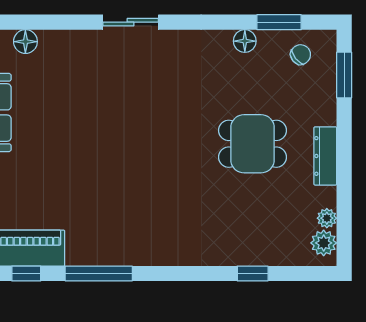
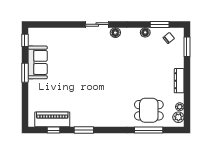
floor lamp: (25, 42) -> (115, 33), moved
dining table: (252, 144) -> (149, 110), moved
window: (99, 274) -> (84, 130), width x0.69
window: (253, 274) -> (149, 130), width x2.17

